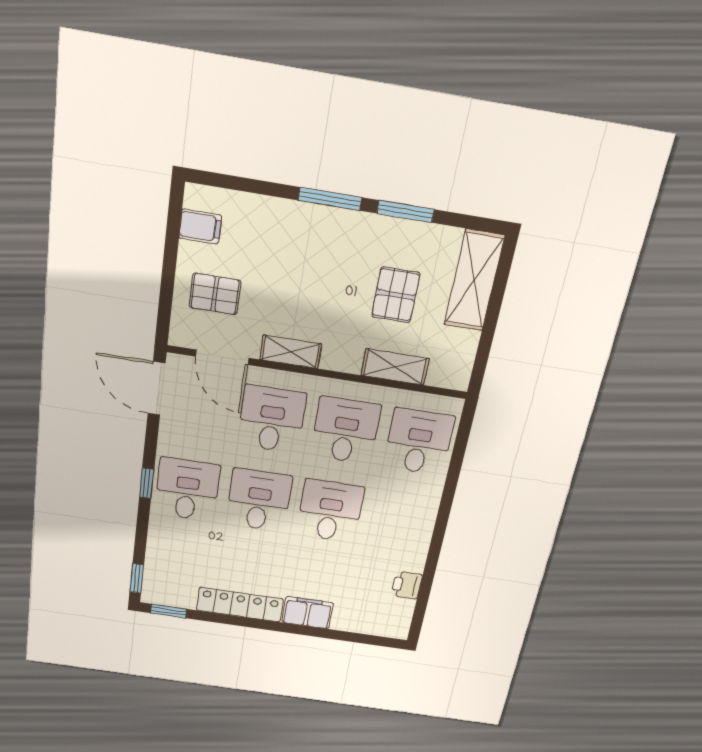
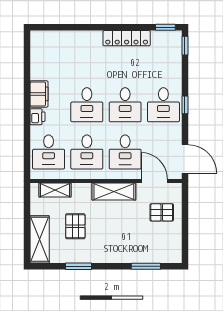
window: (330, 199) -> (146, 266), moved
filing cabinet: (200, 227) -> (172, 244), removed
shelving: (291, 352) -> (114, 192), width x1.50, depth x1.33
shelving: (395, 367) -> (55, 190), moved
printer: (407, 585) -> (37, 117), moved
filing cabinet: (308, 613) -> (39, 94), moved, turned -90

